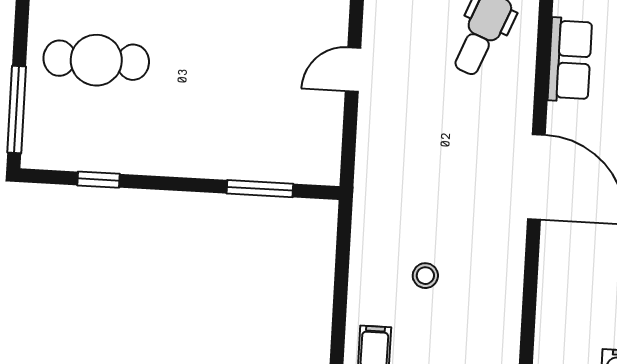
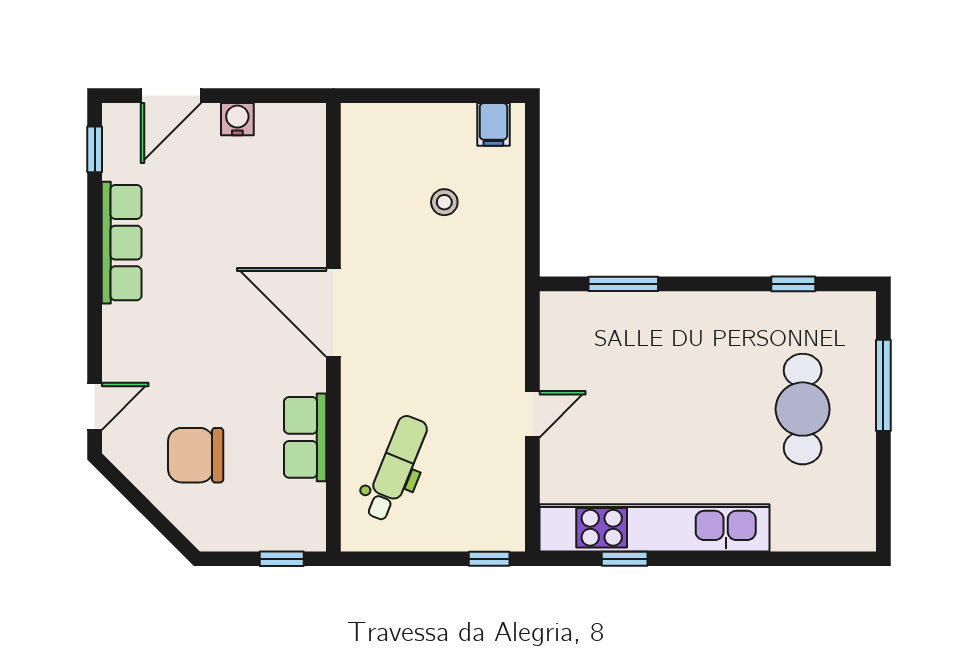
cafe table: (96, 60) -> (803, 409), turned 90
window: (17, 109) -> (883, 385), moved

